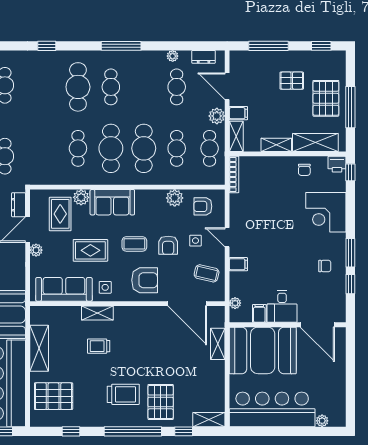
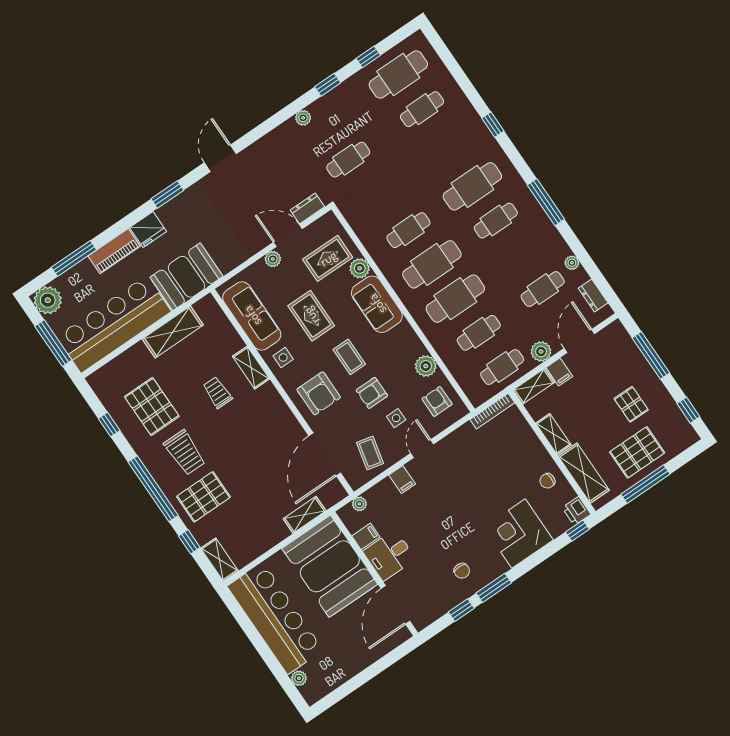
pallet: (54, 396) -> (152, 406), moved

